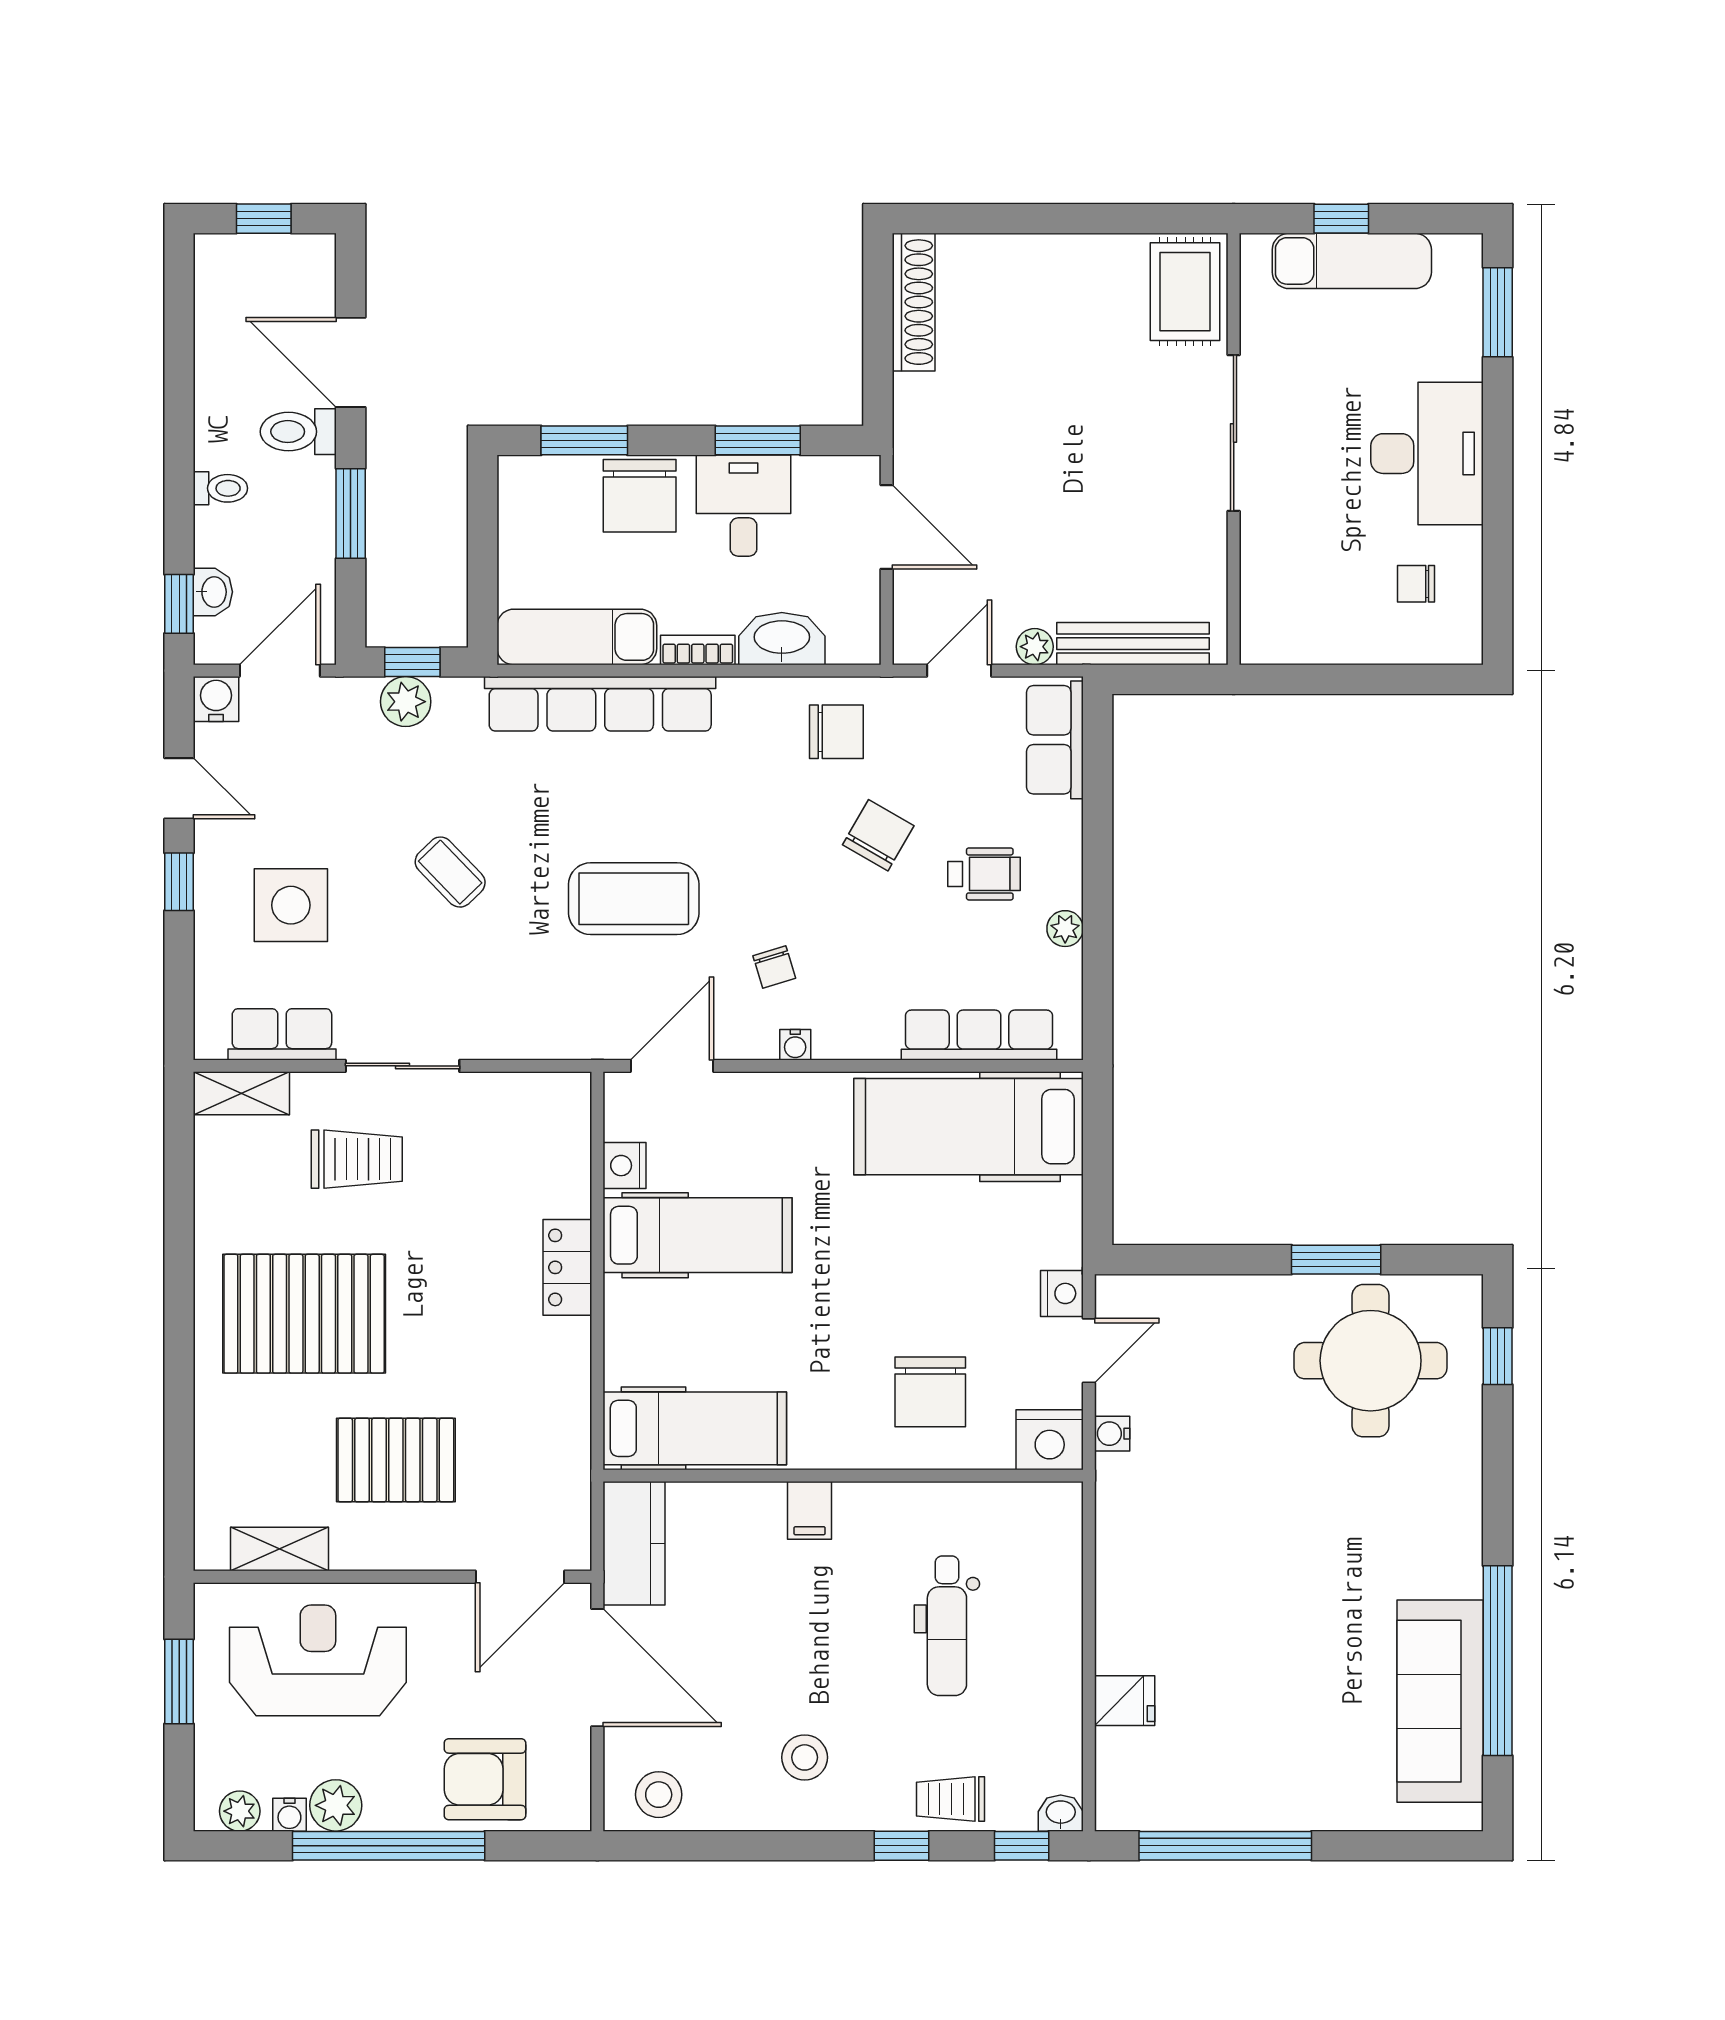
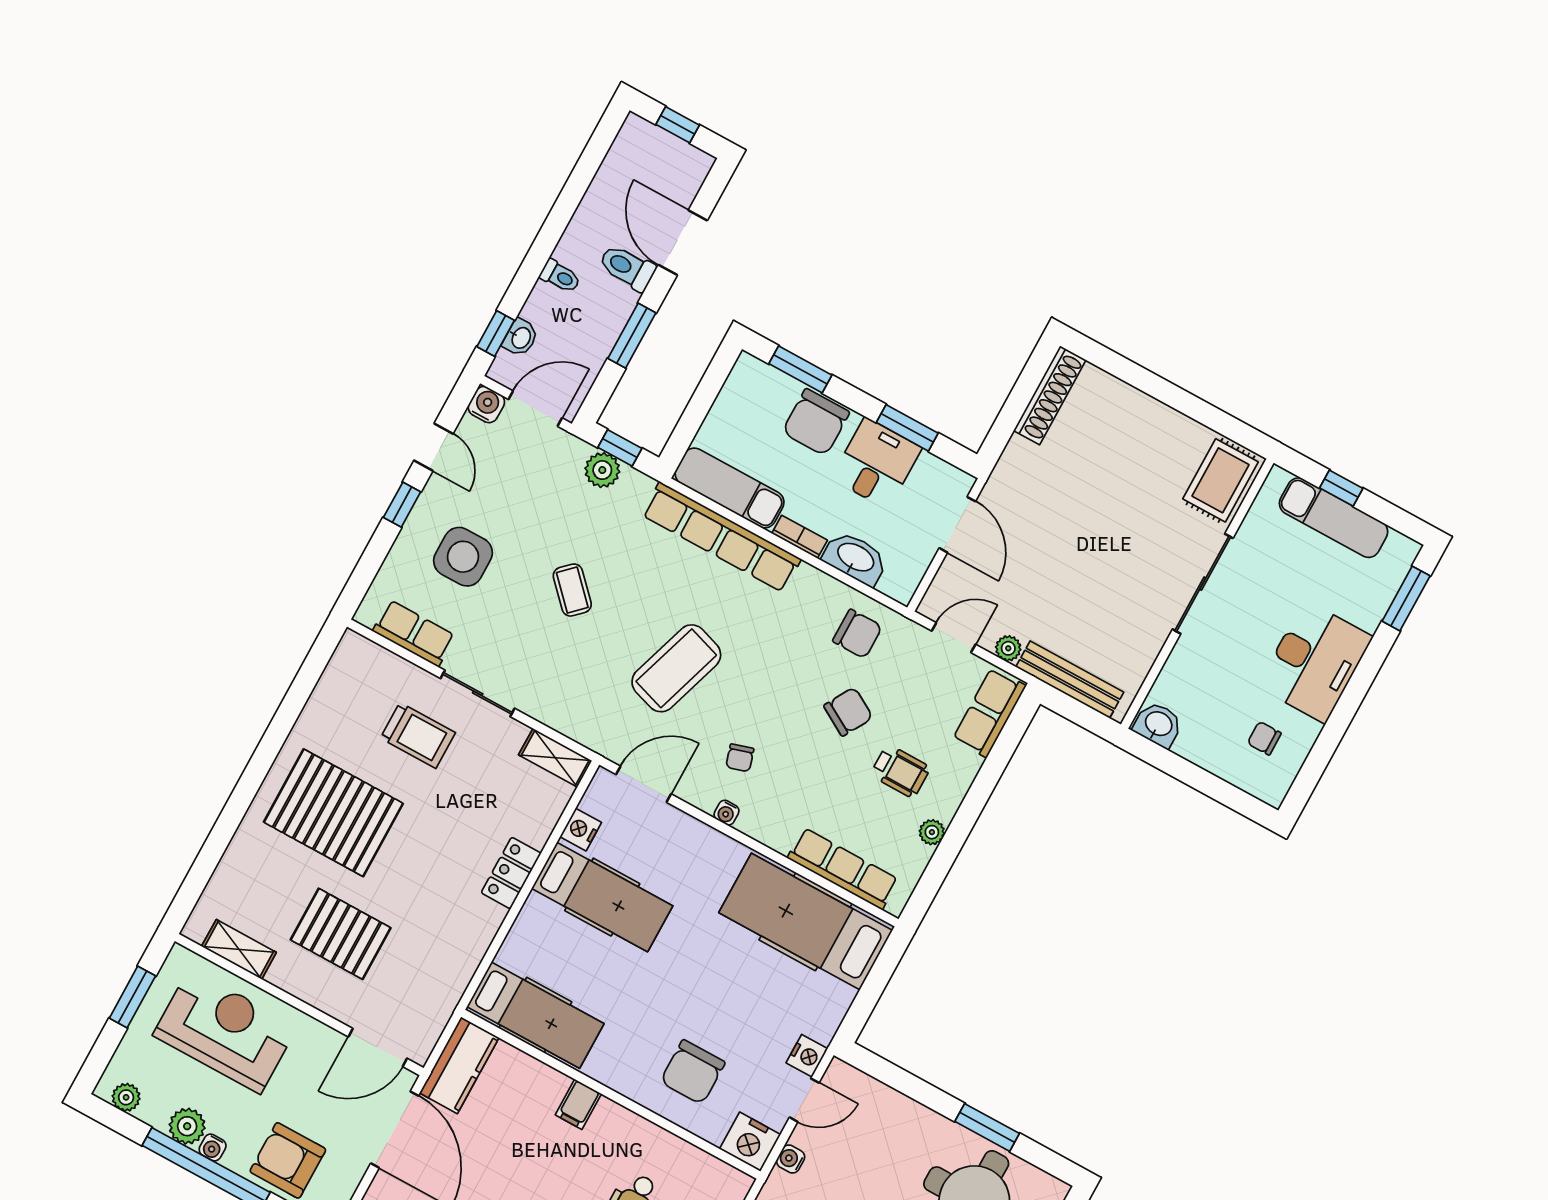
washbasin: (1274, 639) -> (1158, 725), added
coffee table: (634, 899) -> (676, 668), turned -72
shelving: (241, 1093) -> (555, 758), moved
water cooler: (289, 1815) -> (213, 1148), moved

